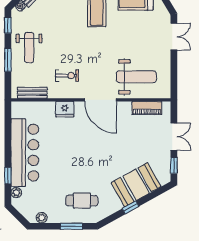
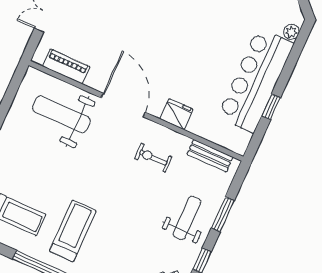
window: (8, 176) -> (271, 107), moved

